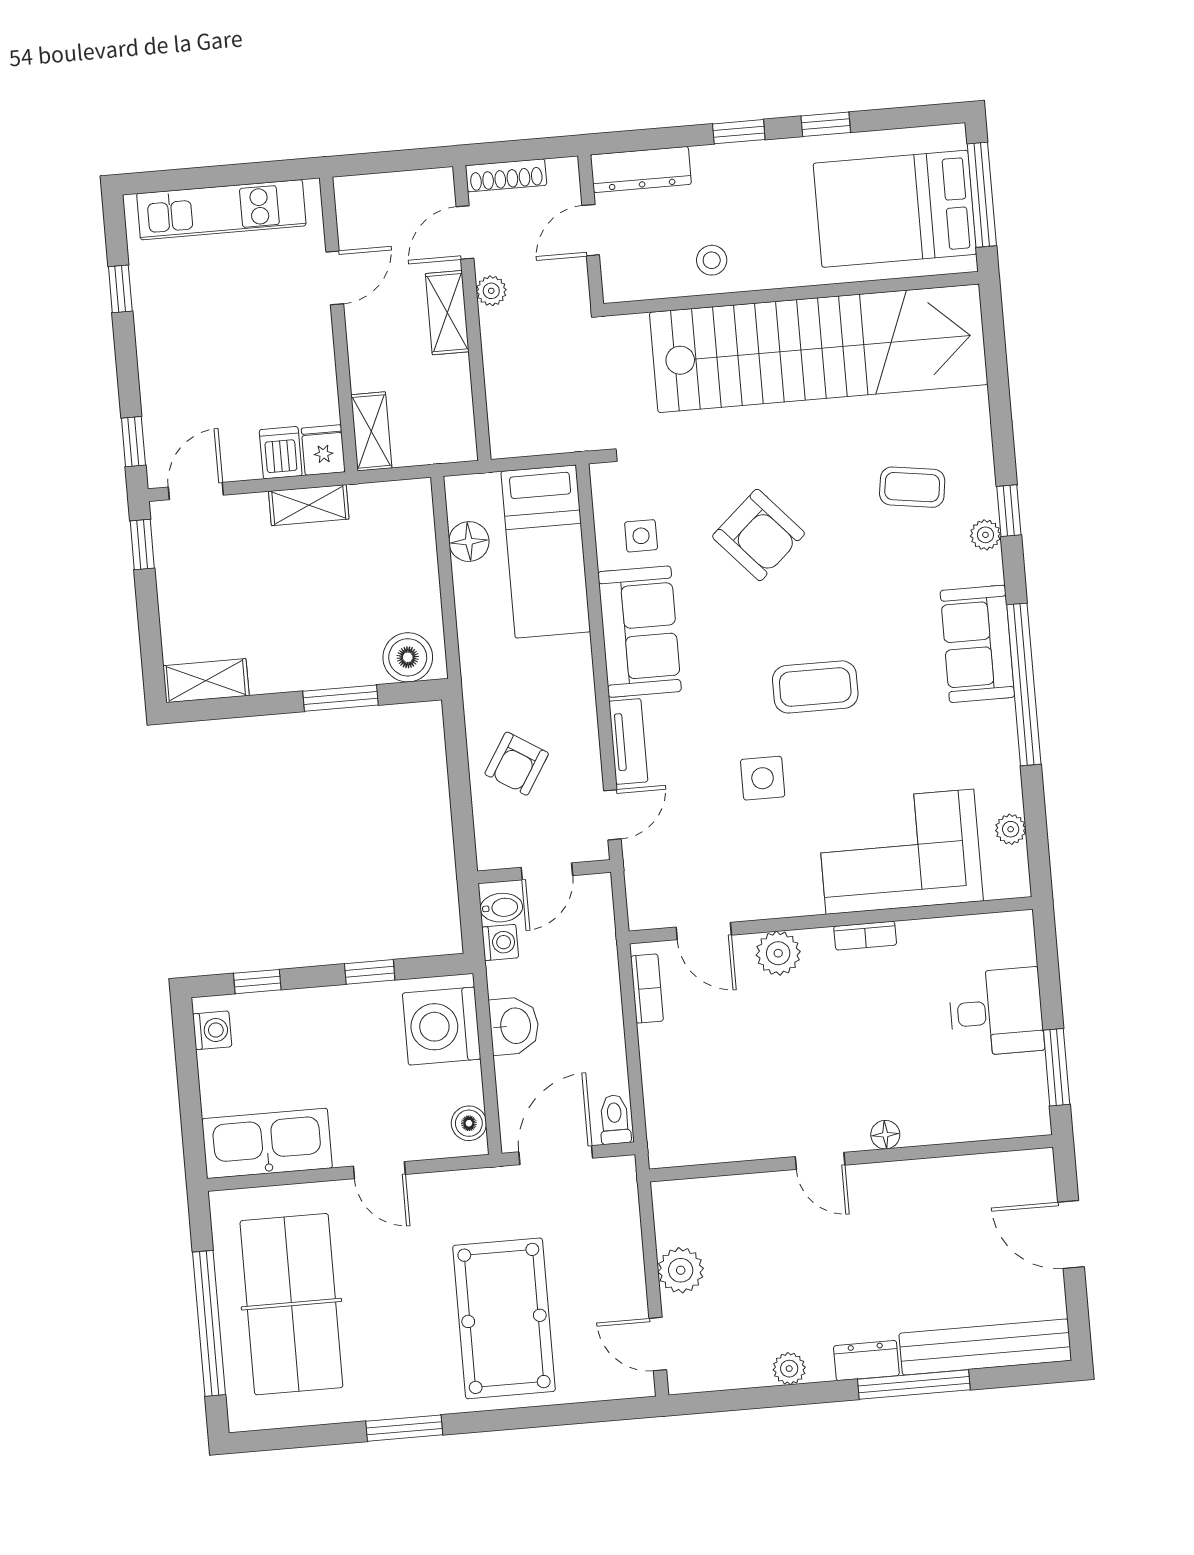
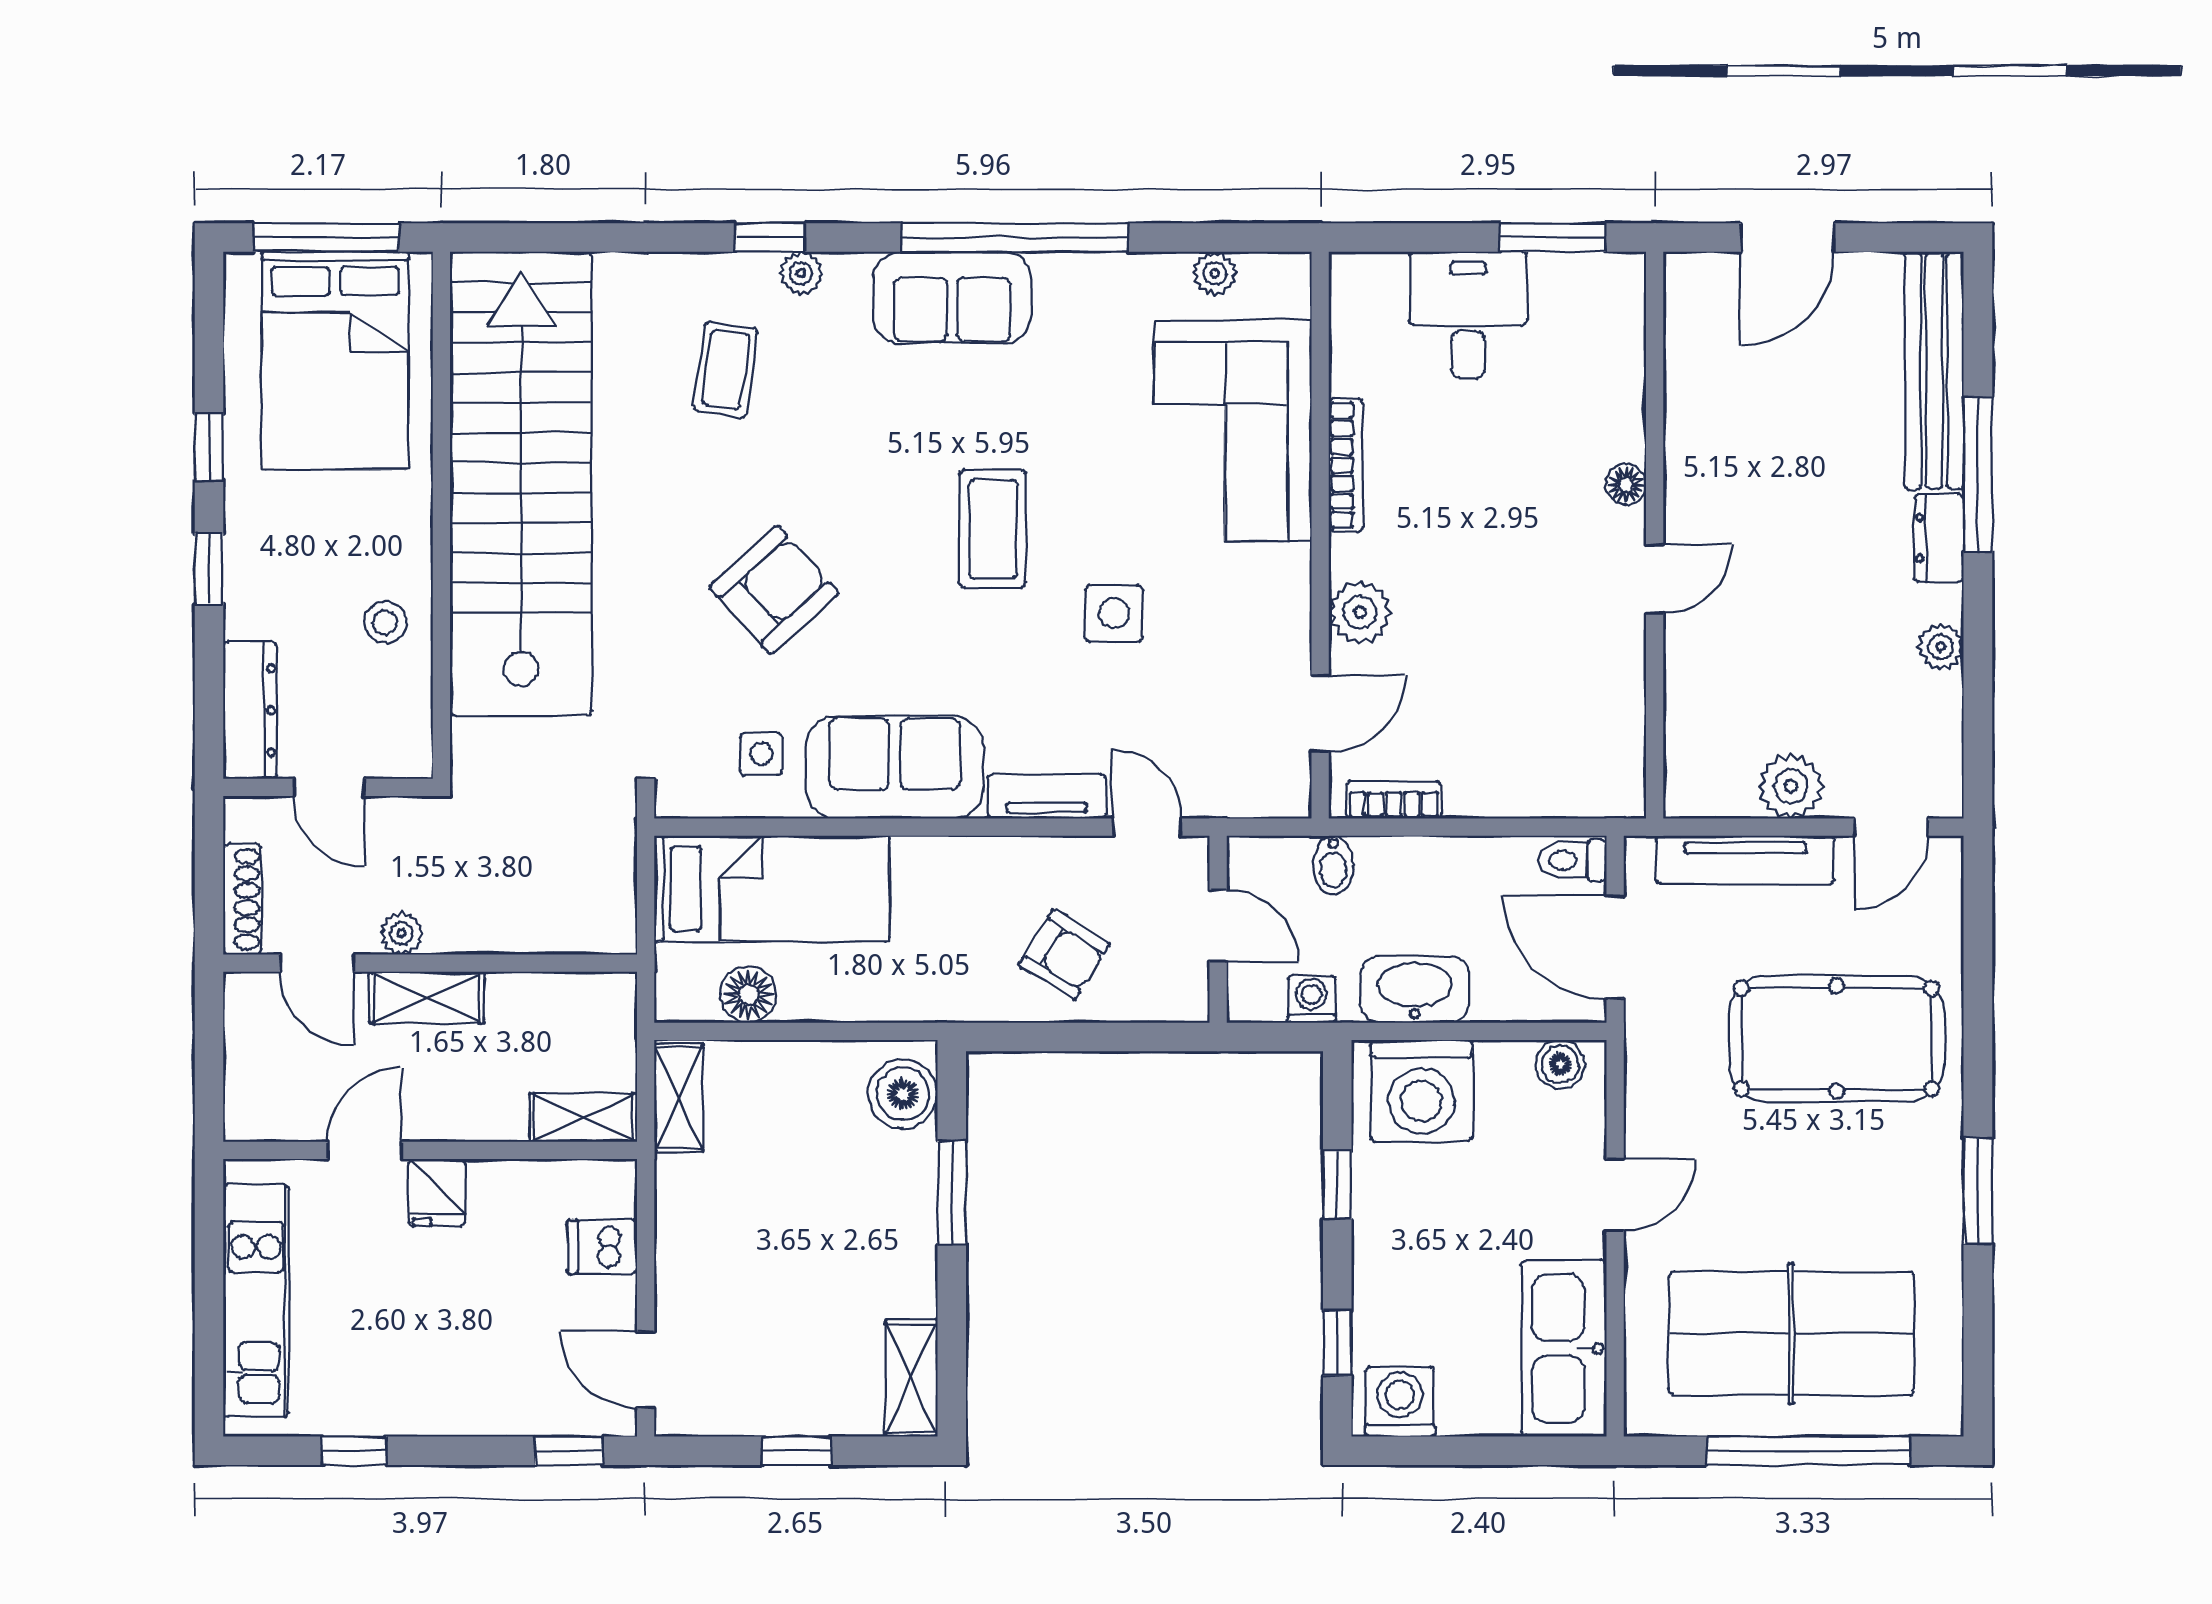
door: (335, 278) -> (365, 1150), hinge flipped
fridge: (323, 450) -> (437, 1192), moved, turned -90
shelving: (309, 505) -> (679, 1098), moved
window: (142, 545) -> (797, 1451), moved
bidet: (501, 908) -> (1333, 865), moved, turned 180
bookcase: (865, 936) -> (1346, 465), width x1.56
washbasin: (514, 1026) -> (1415, 989), width x1.38
washing machine: (212, 1030) -> (1400, 1402), width x1.38, depth x1.38
tv unit: (626, 1242) -> (1745, 860), added

